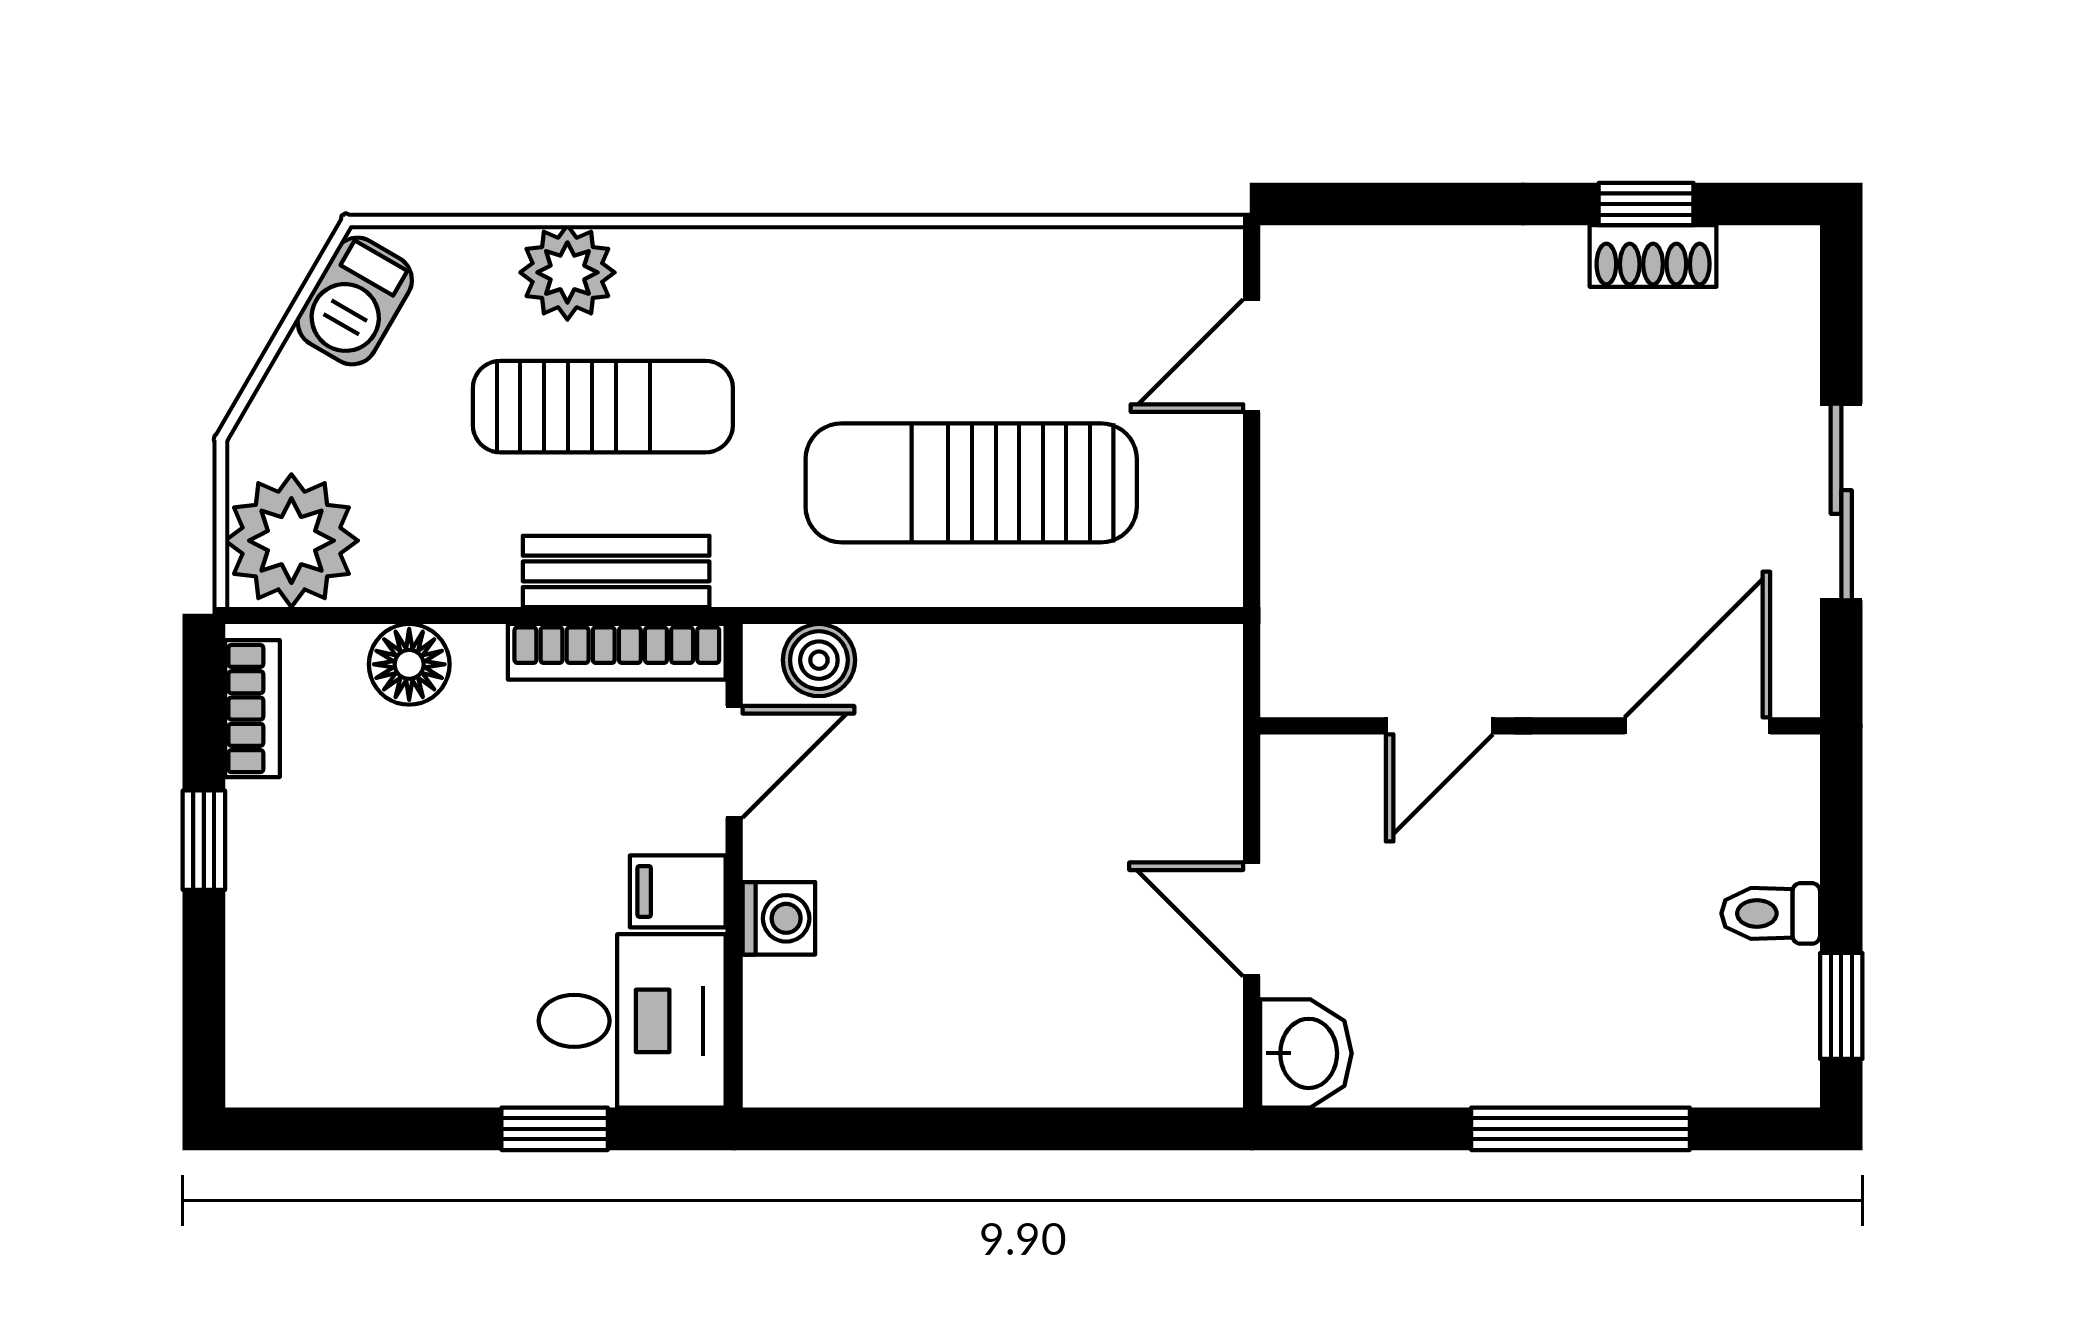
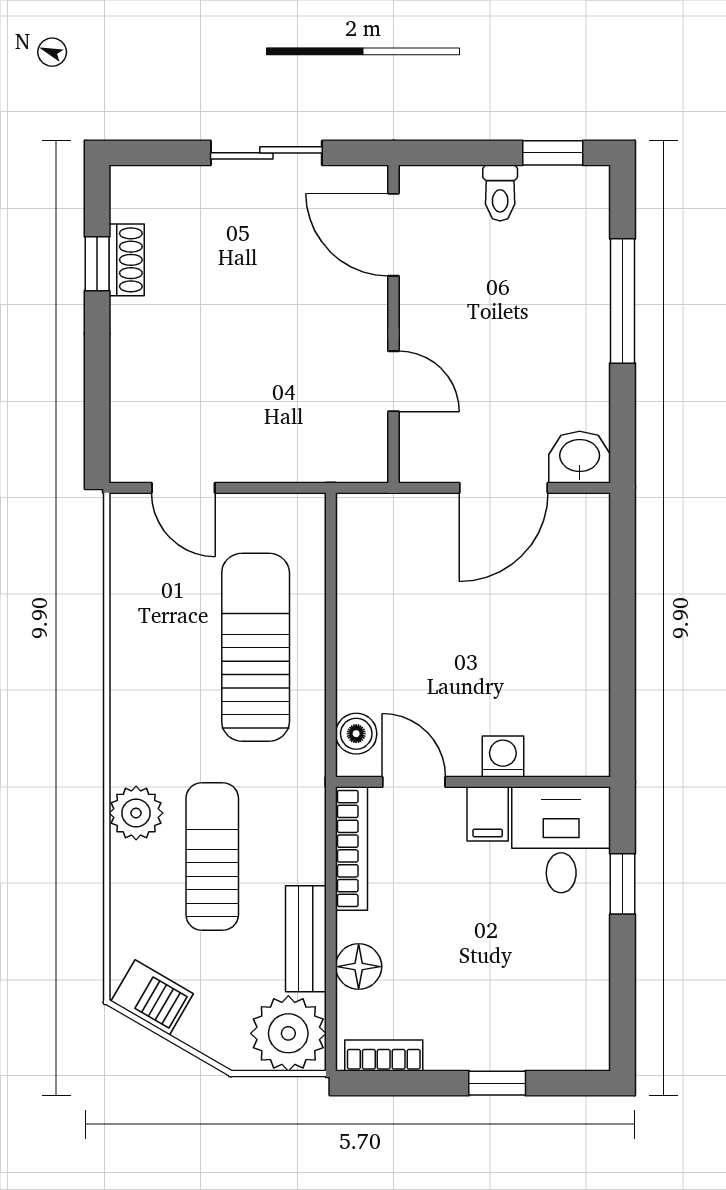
plant: (567, 272) -> (136, 813), moved
sun lounger: (971, 483) -> (256, 647), turned 180
bench: (616, 571) -> (306, 939), moved
window: (204, 840) -> (497, 1083), moved
door: (1252, 919) -> (504, 488), width x1.38

